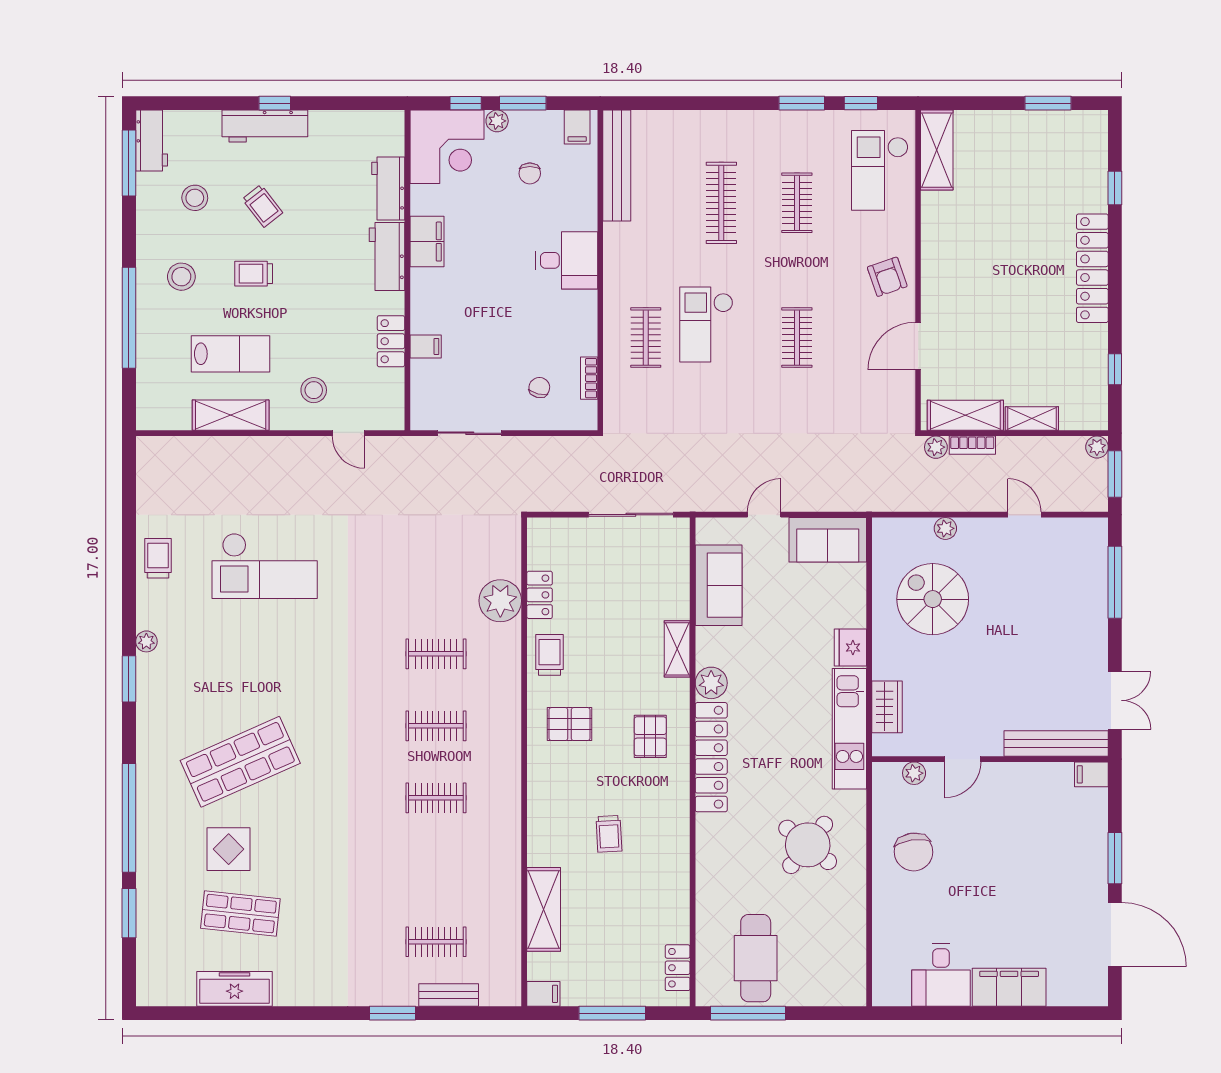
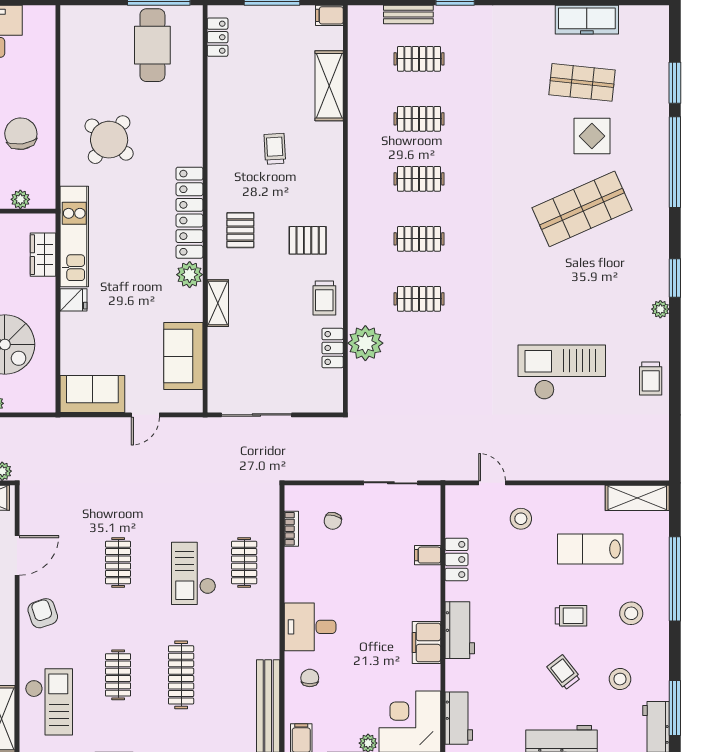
chair: (530, 173) -> (310, 678), moved
workbench: (388, 189) -> (459, 718), moved
checkout: (706, 324) -> (194, 573), turned 180
shelving: (231, 415) -> (637, 498), moved
fridge: (850, 648) -> (73, 300), width x0.72
clothes rail: (436, 870) -> (419, 119), added

